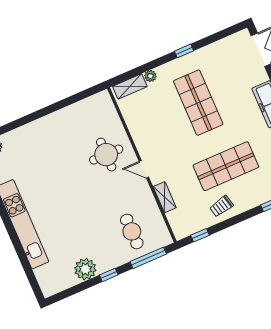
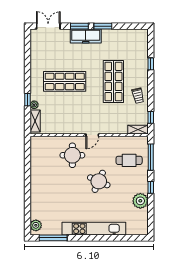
window: (184, 51) -> (27, 100), moved
shelving: (165, 197) -> (138, 130), moved
round table: (87, 204) -> (99, 181), added

